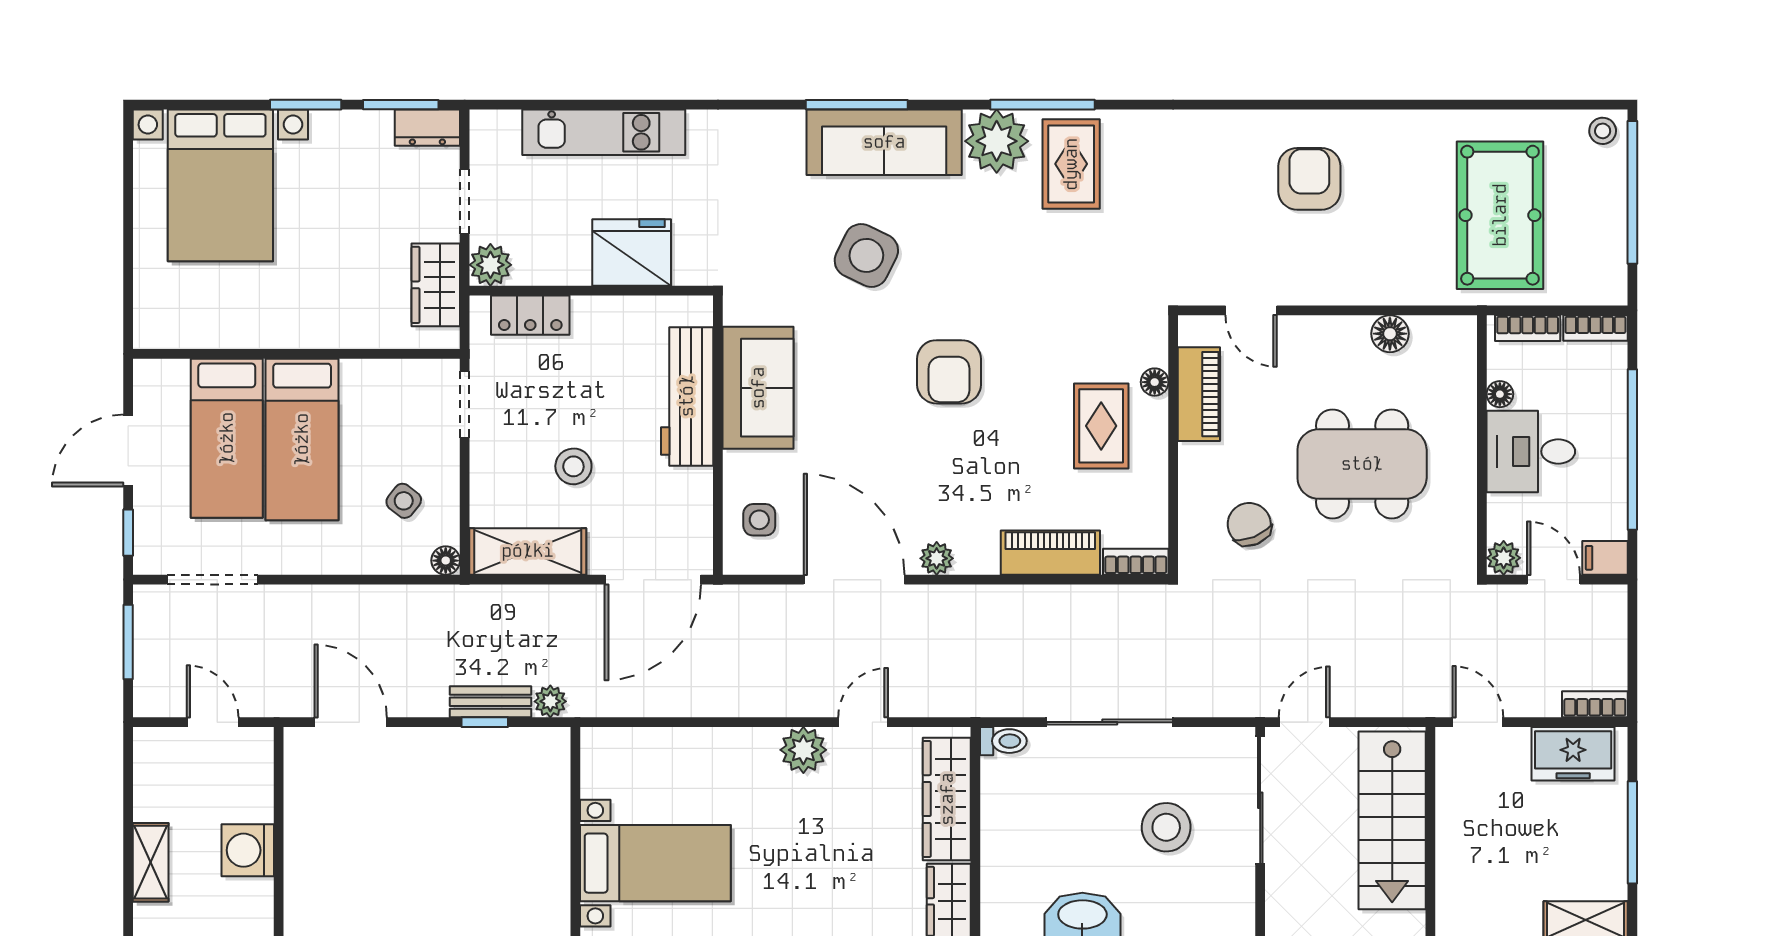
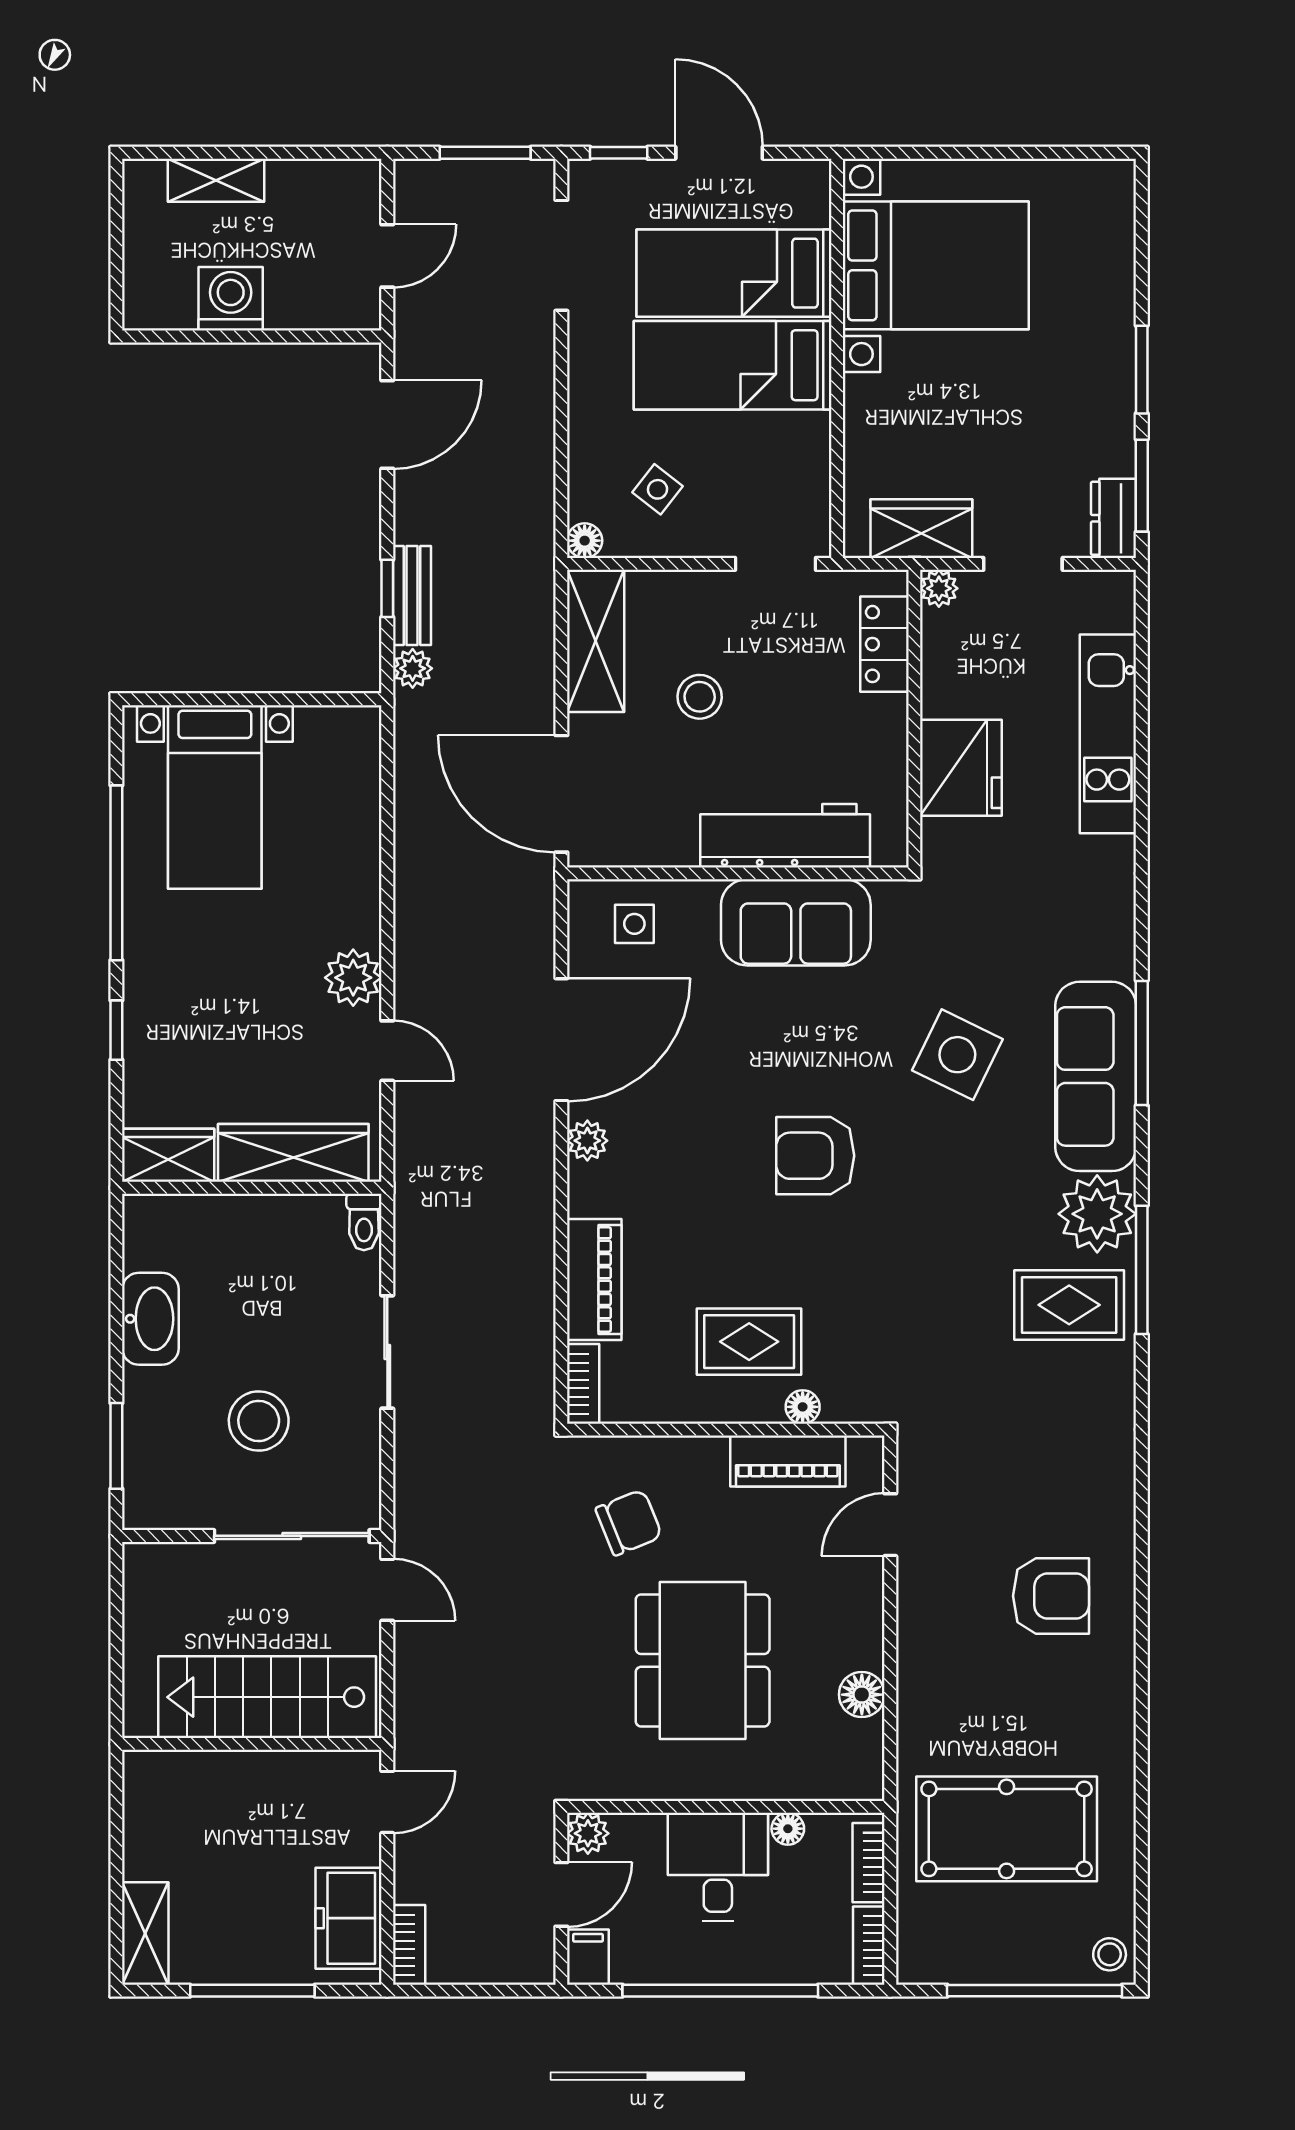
bed with nightstands: (220, 185) -> (936, 265), moved, turned 180
plant: (490, 265) -> (939, 588), width x0.73, depth x0.73
sliding door: (1110, 722) -> (387, 1352), width x0.73

